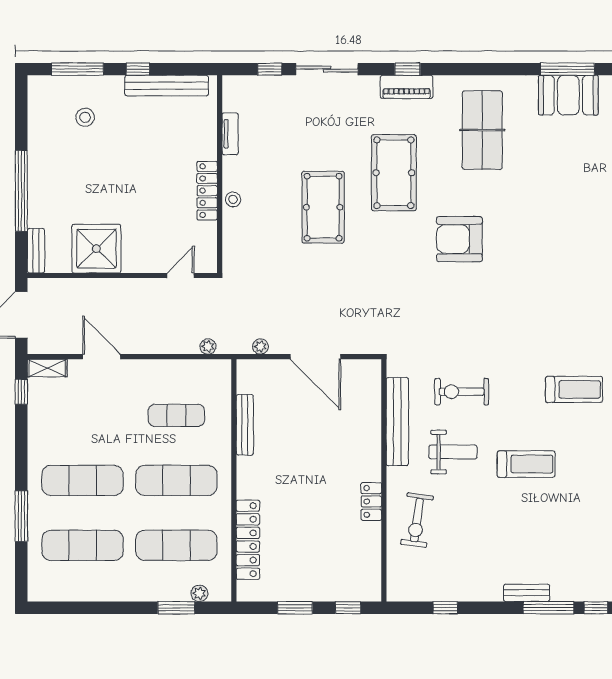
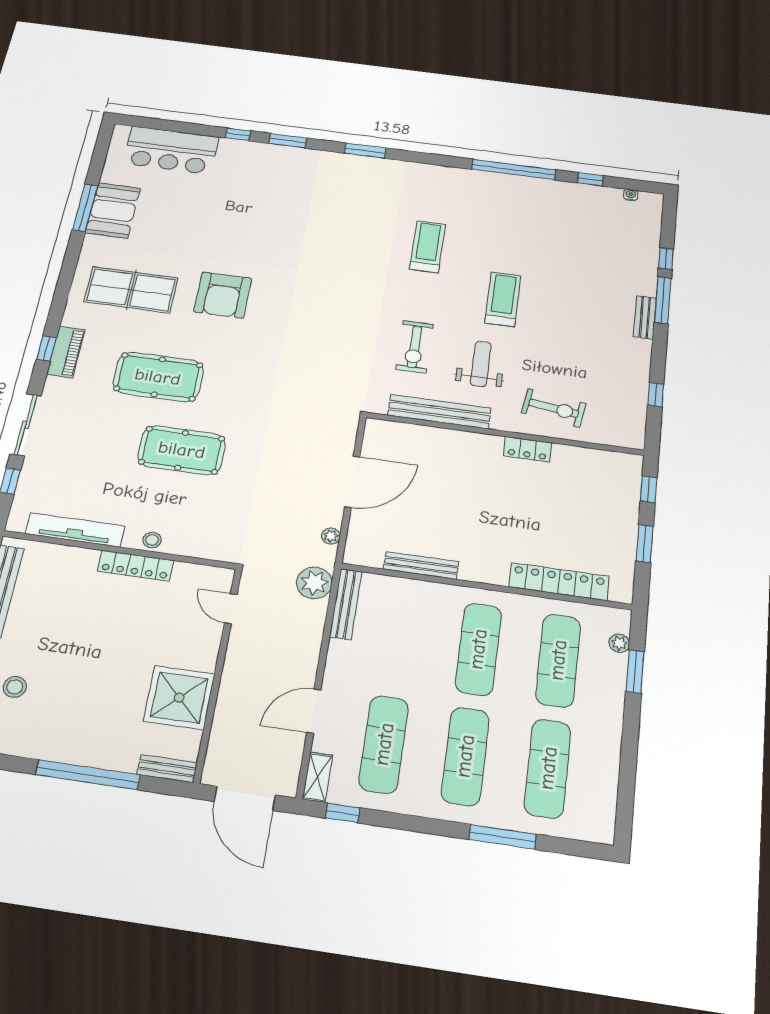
tv unit: (230, 134) -> (75, 530), width x1.92, depth x1.29
armchair: (459, 239) -> (223, 295), moved
plant: (208, 346) -> (314, 583), width x1.87, depth x1.87
bench: (200, 368) -> (346, 604), added
exercise mat: (176, 415) -> (384, 744), moved, width x1.36, depth x1.45

